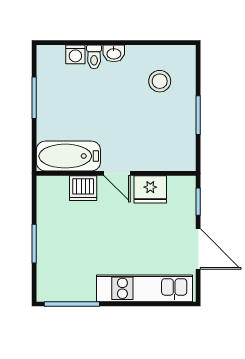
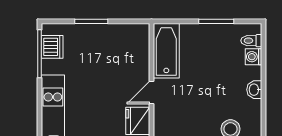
toilet: (94, 57) -> (251, 41), moved
dishwasher: (83, 188) -> (52, 47), moved, turned 180

